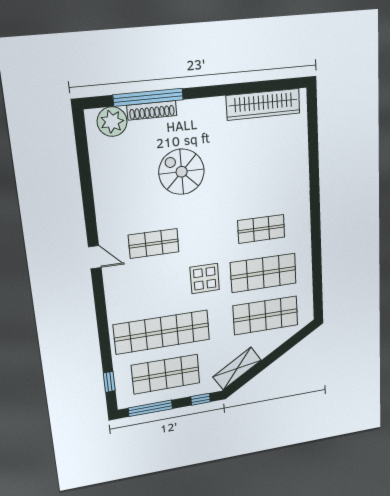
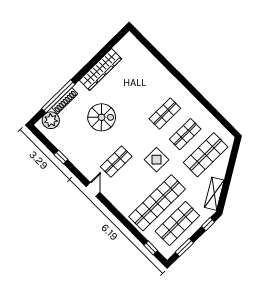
wardrobe: (263, 104) -> (100, 69), moved
spiral stairs: (182, 172) -> (102, 117), turned 180
window: (86, 182) -> (61, 157), added
door: (95, 257) -> (93, 189), hinge flipped
shop shelf: (263, 273) -> (185, 134), width x0.70, depth x0.74
window: (150, 408) -> (184, 247), width x0.69

